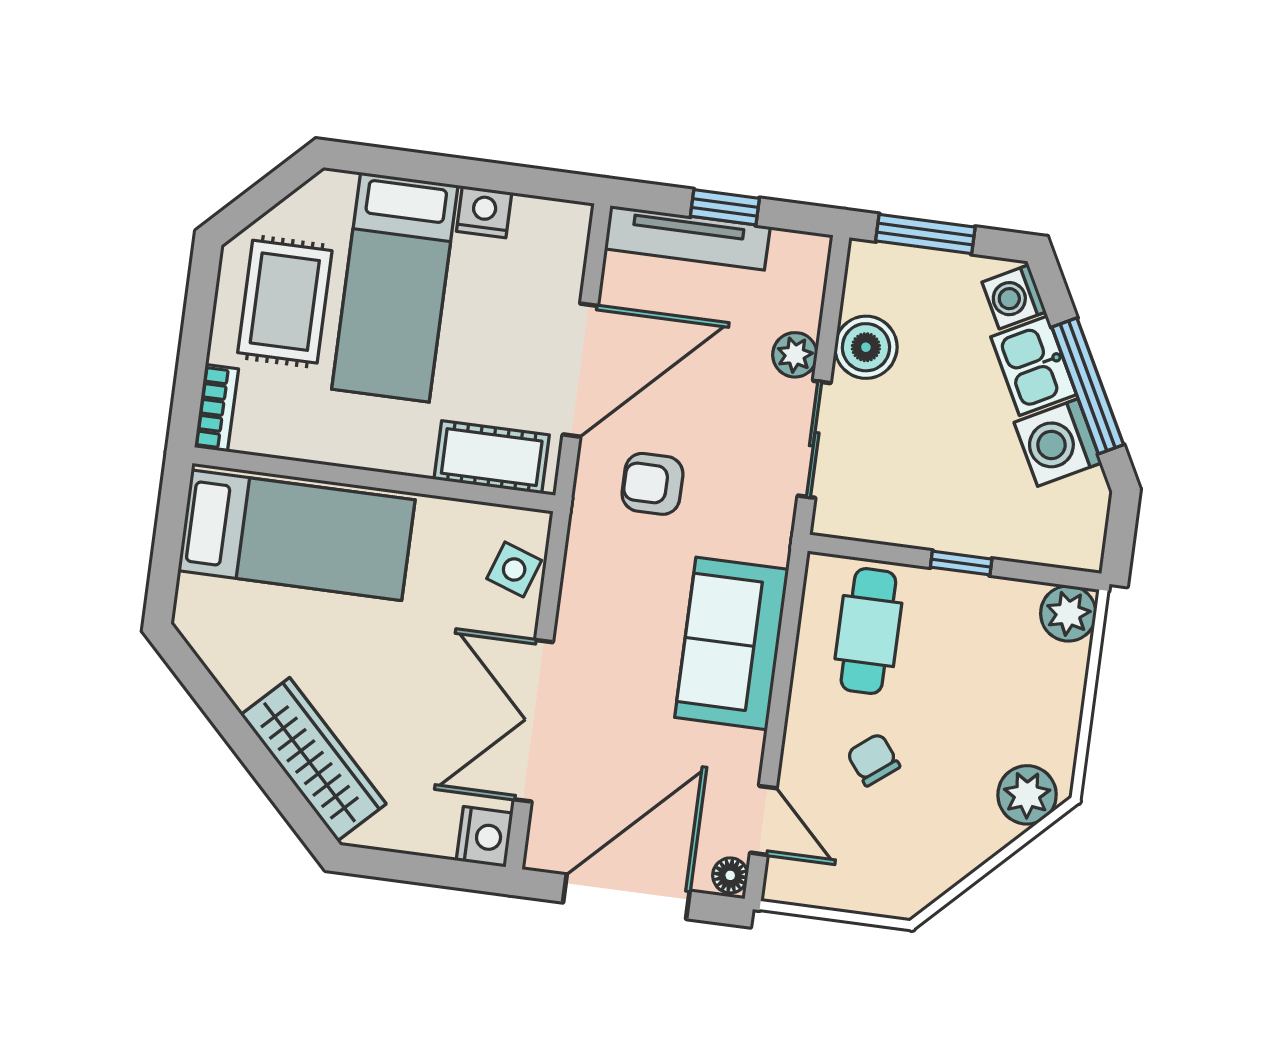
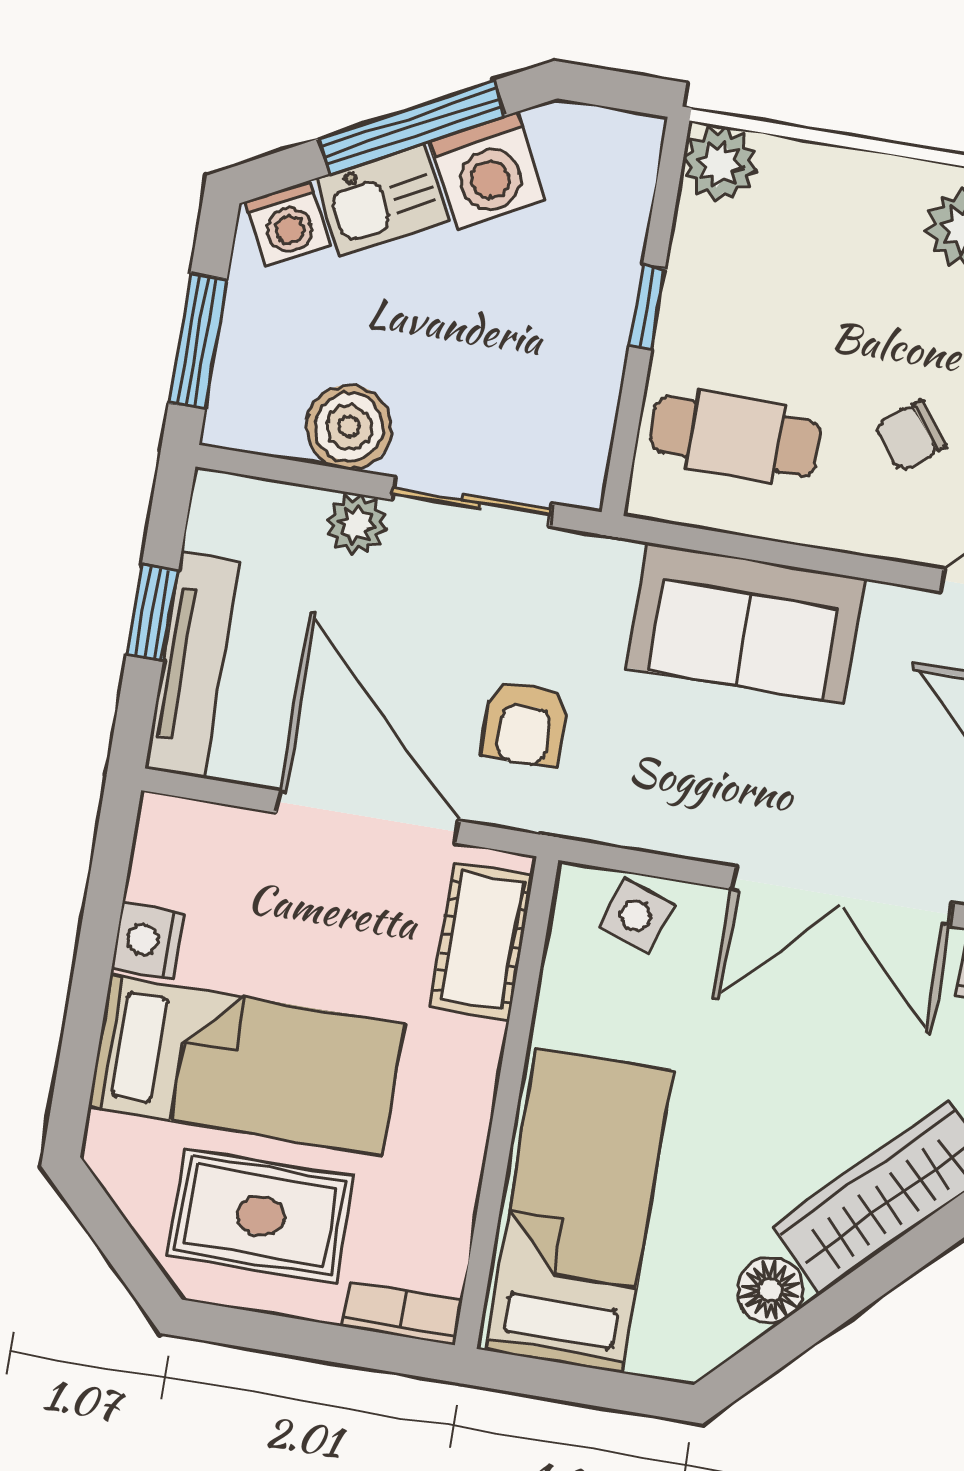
floor lamp: (243, 677) -> (770, 1290), added

